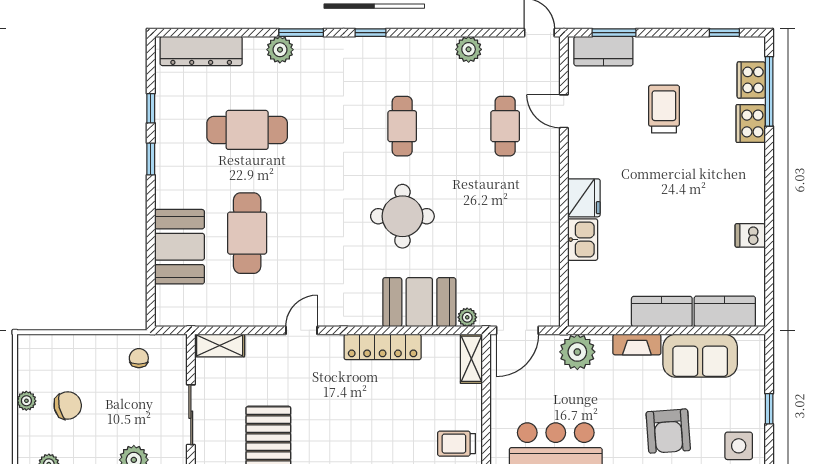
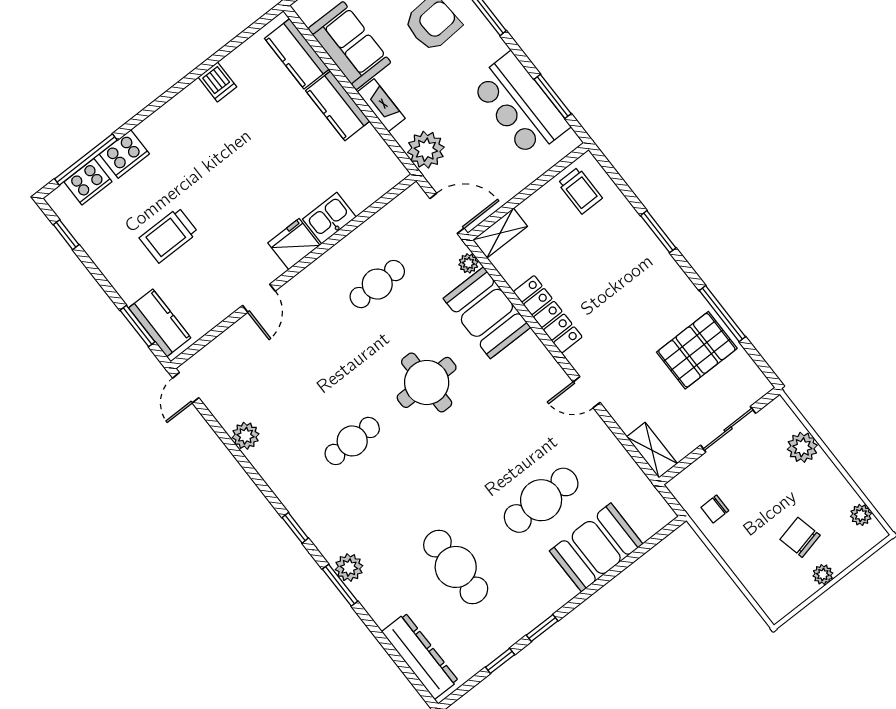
plant: (280, 50) -> (349, 568), moved
door: (564, 111) -> (259, 298), moved
cafe table: (505, 126) -> (377, 284), moved

